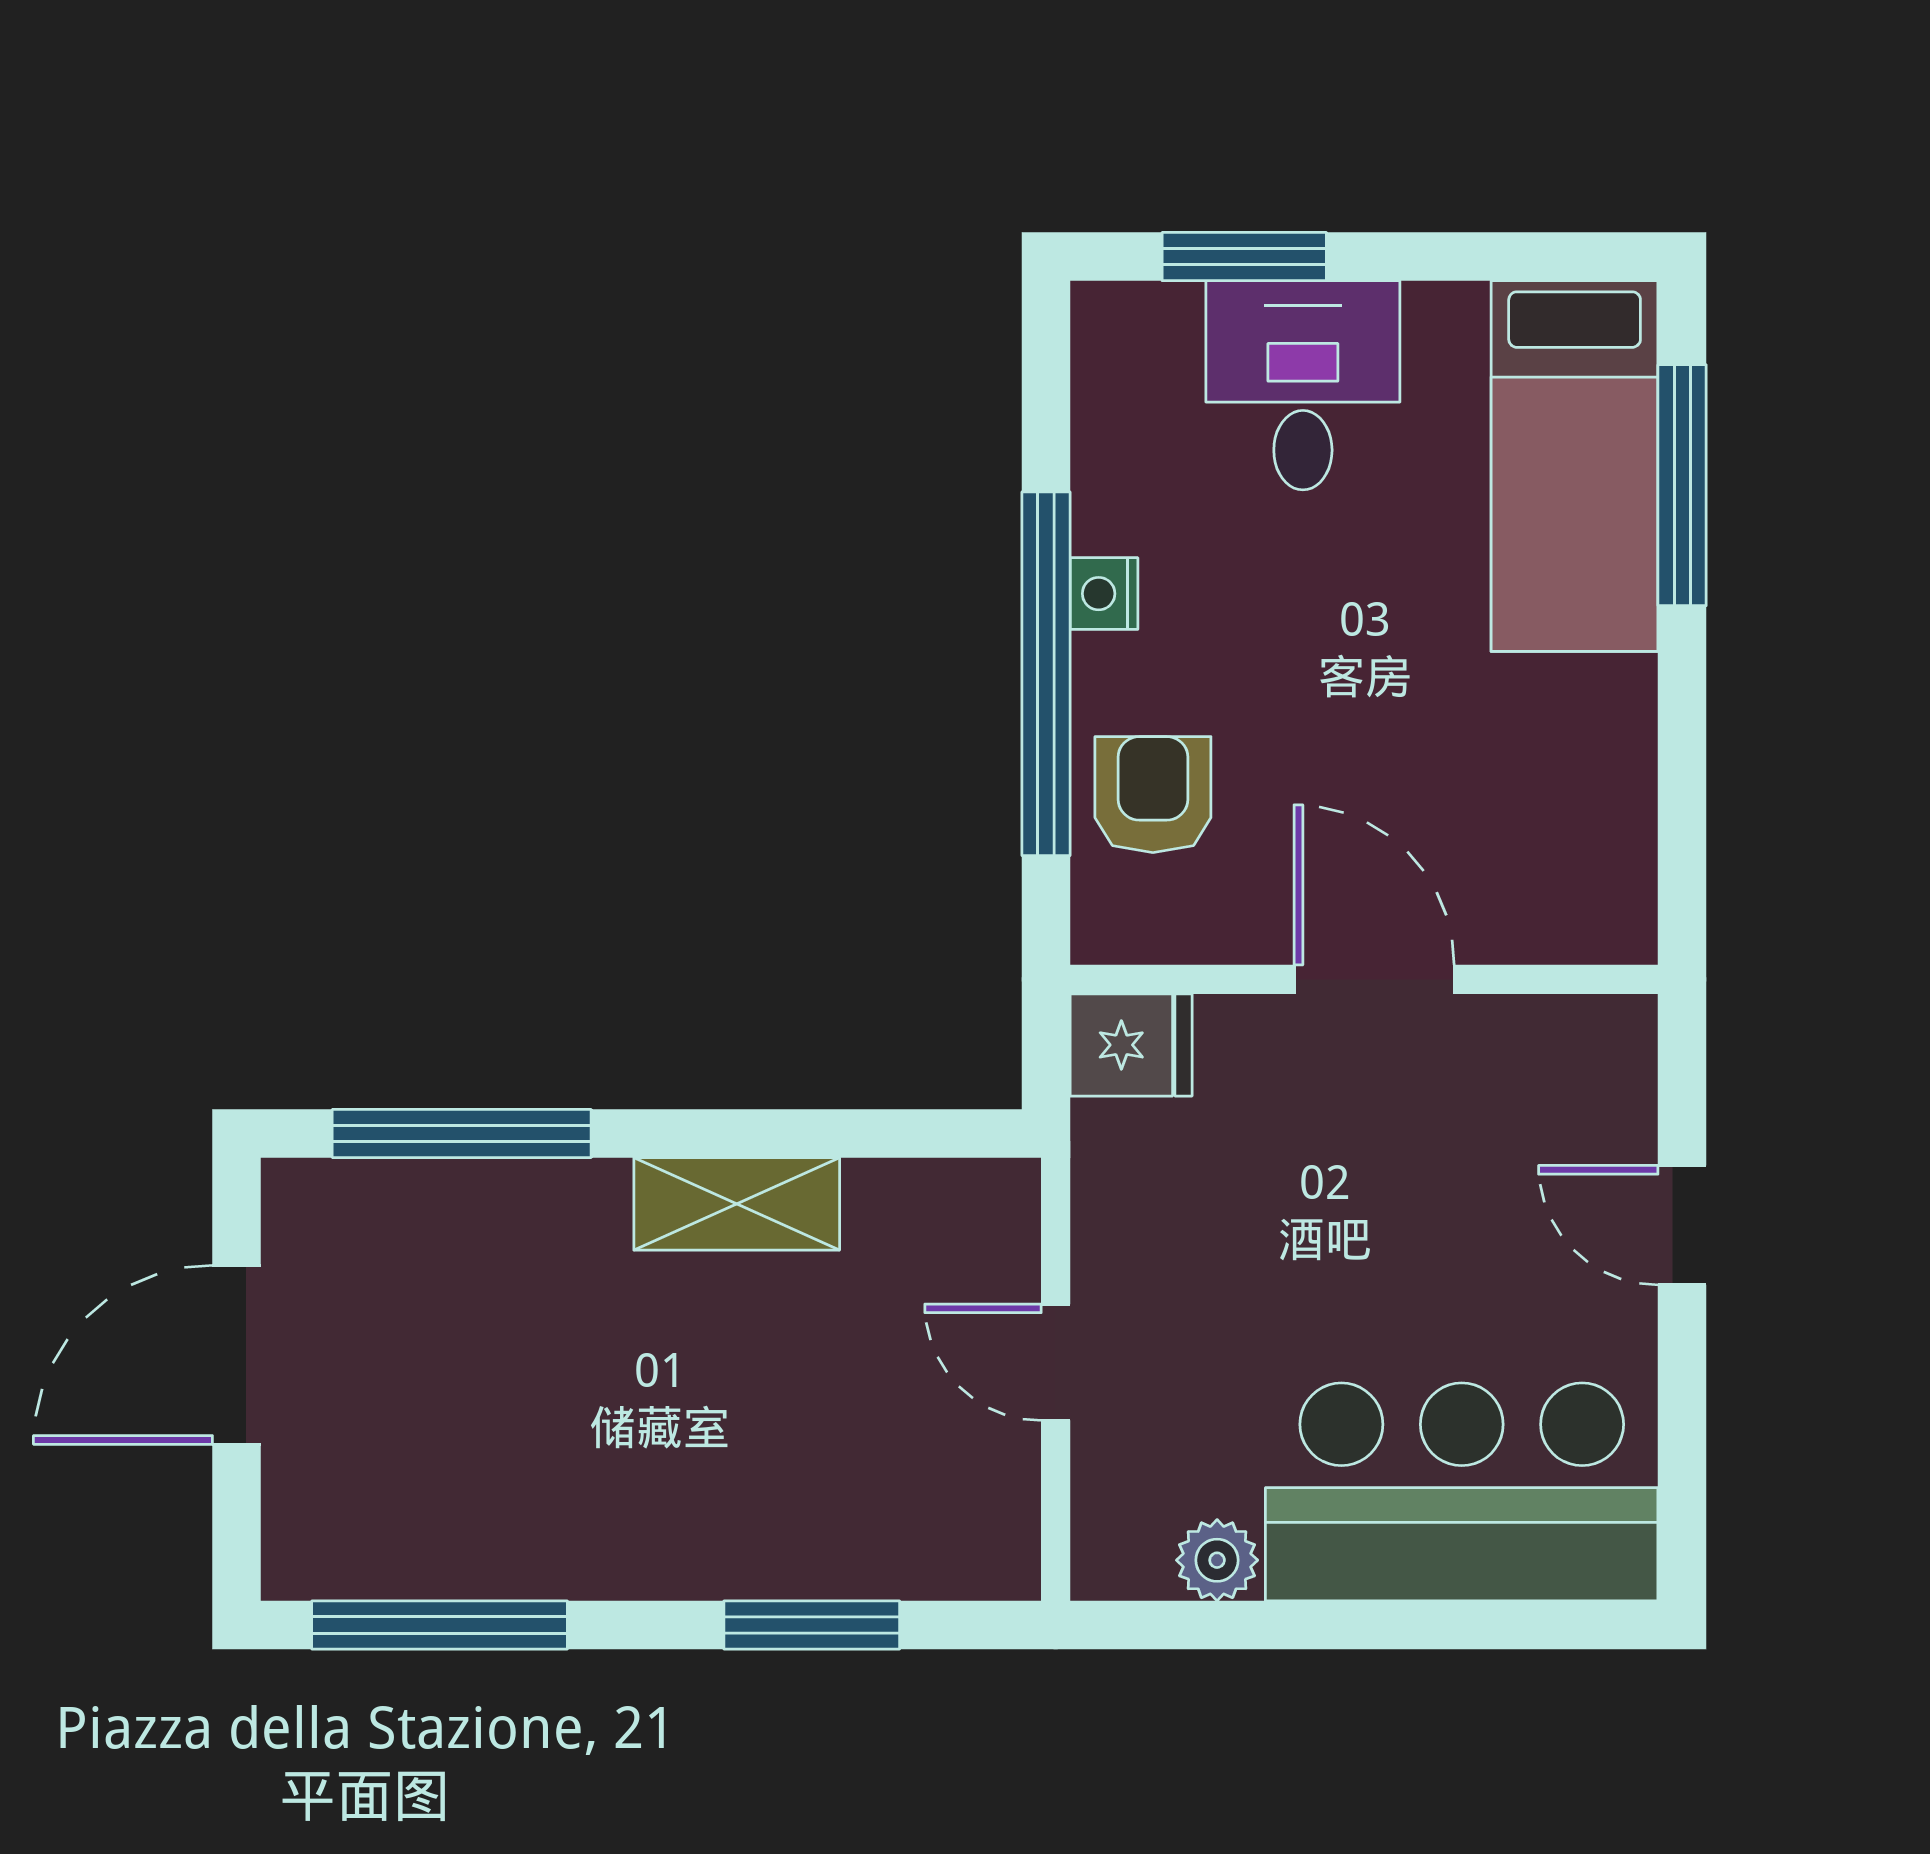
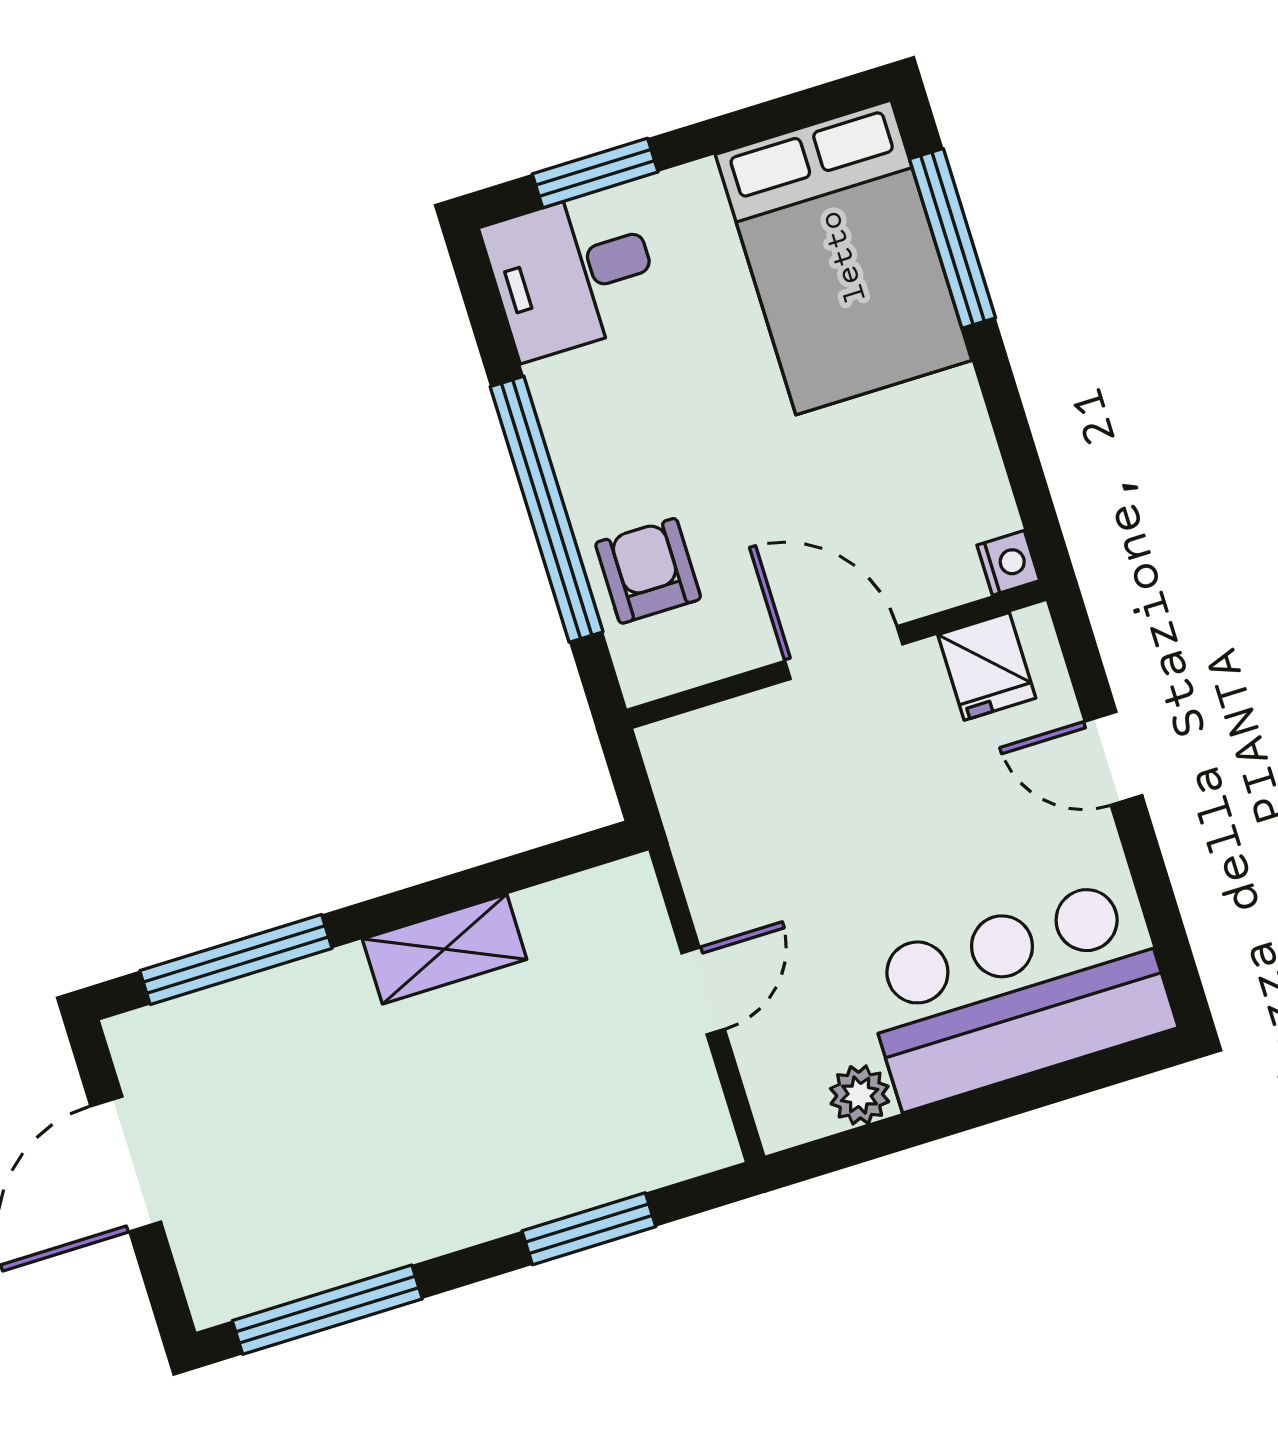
desk: (1303, 385) -> (573, 273), moved, turned -90
bed: (1575, 466) -> (844, 257), width x1.50
nightstand: (1104, 594) -> (1008, 563), moved, turned 180
fridge: (1131, 1045) -> (987, 666), moved, turned 90
door: (1056, 1362) -> (703, 991), swing flipped

